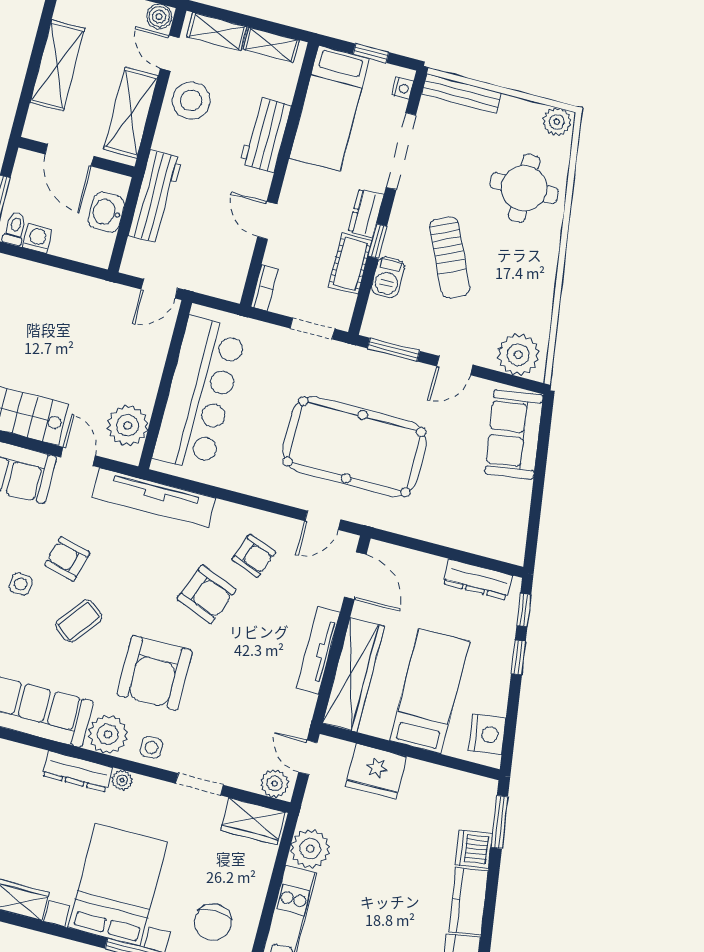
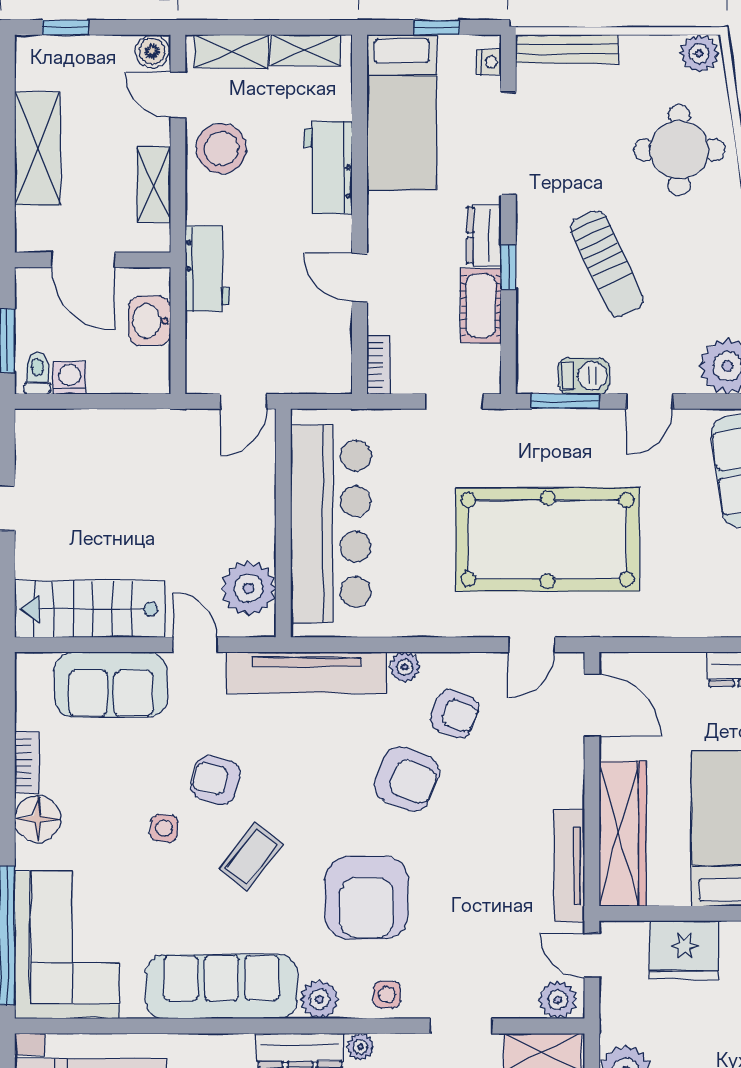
shelving: (131, 112) -> (154, 184), width x0.67, depth x0.75
workbench: (155, 197) -> (207, 269), width x0.73
barbecue: (388, 277) -> (584, 376), moved, turned -90
plant: (226, 512) -> (405, 667), added
tv unit: (318, 650) -> (569, 866), moved
plant: (108, 734) -> (320, 999), width x0.73, depth x0.73

